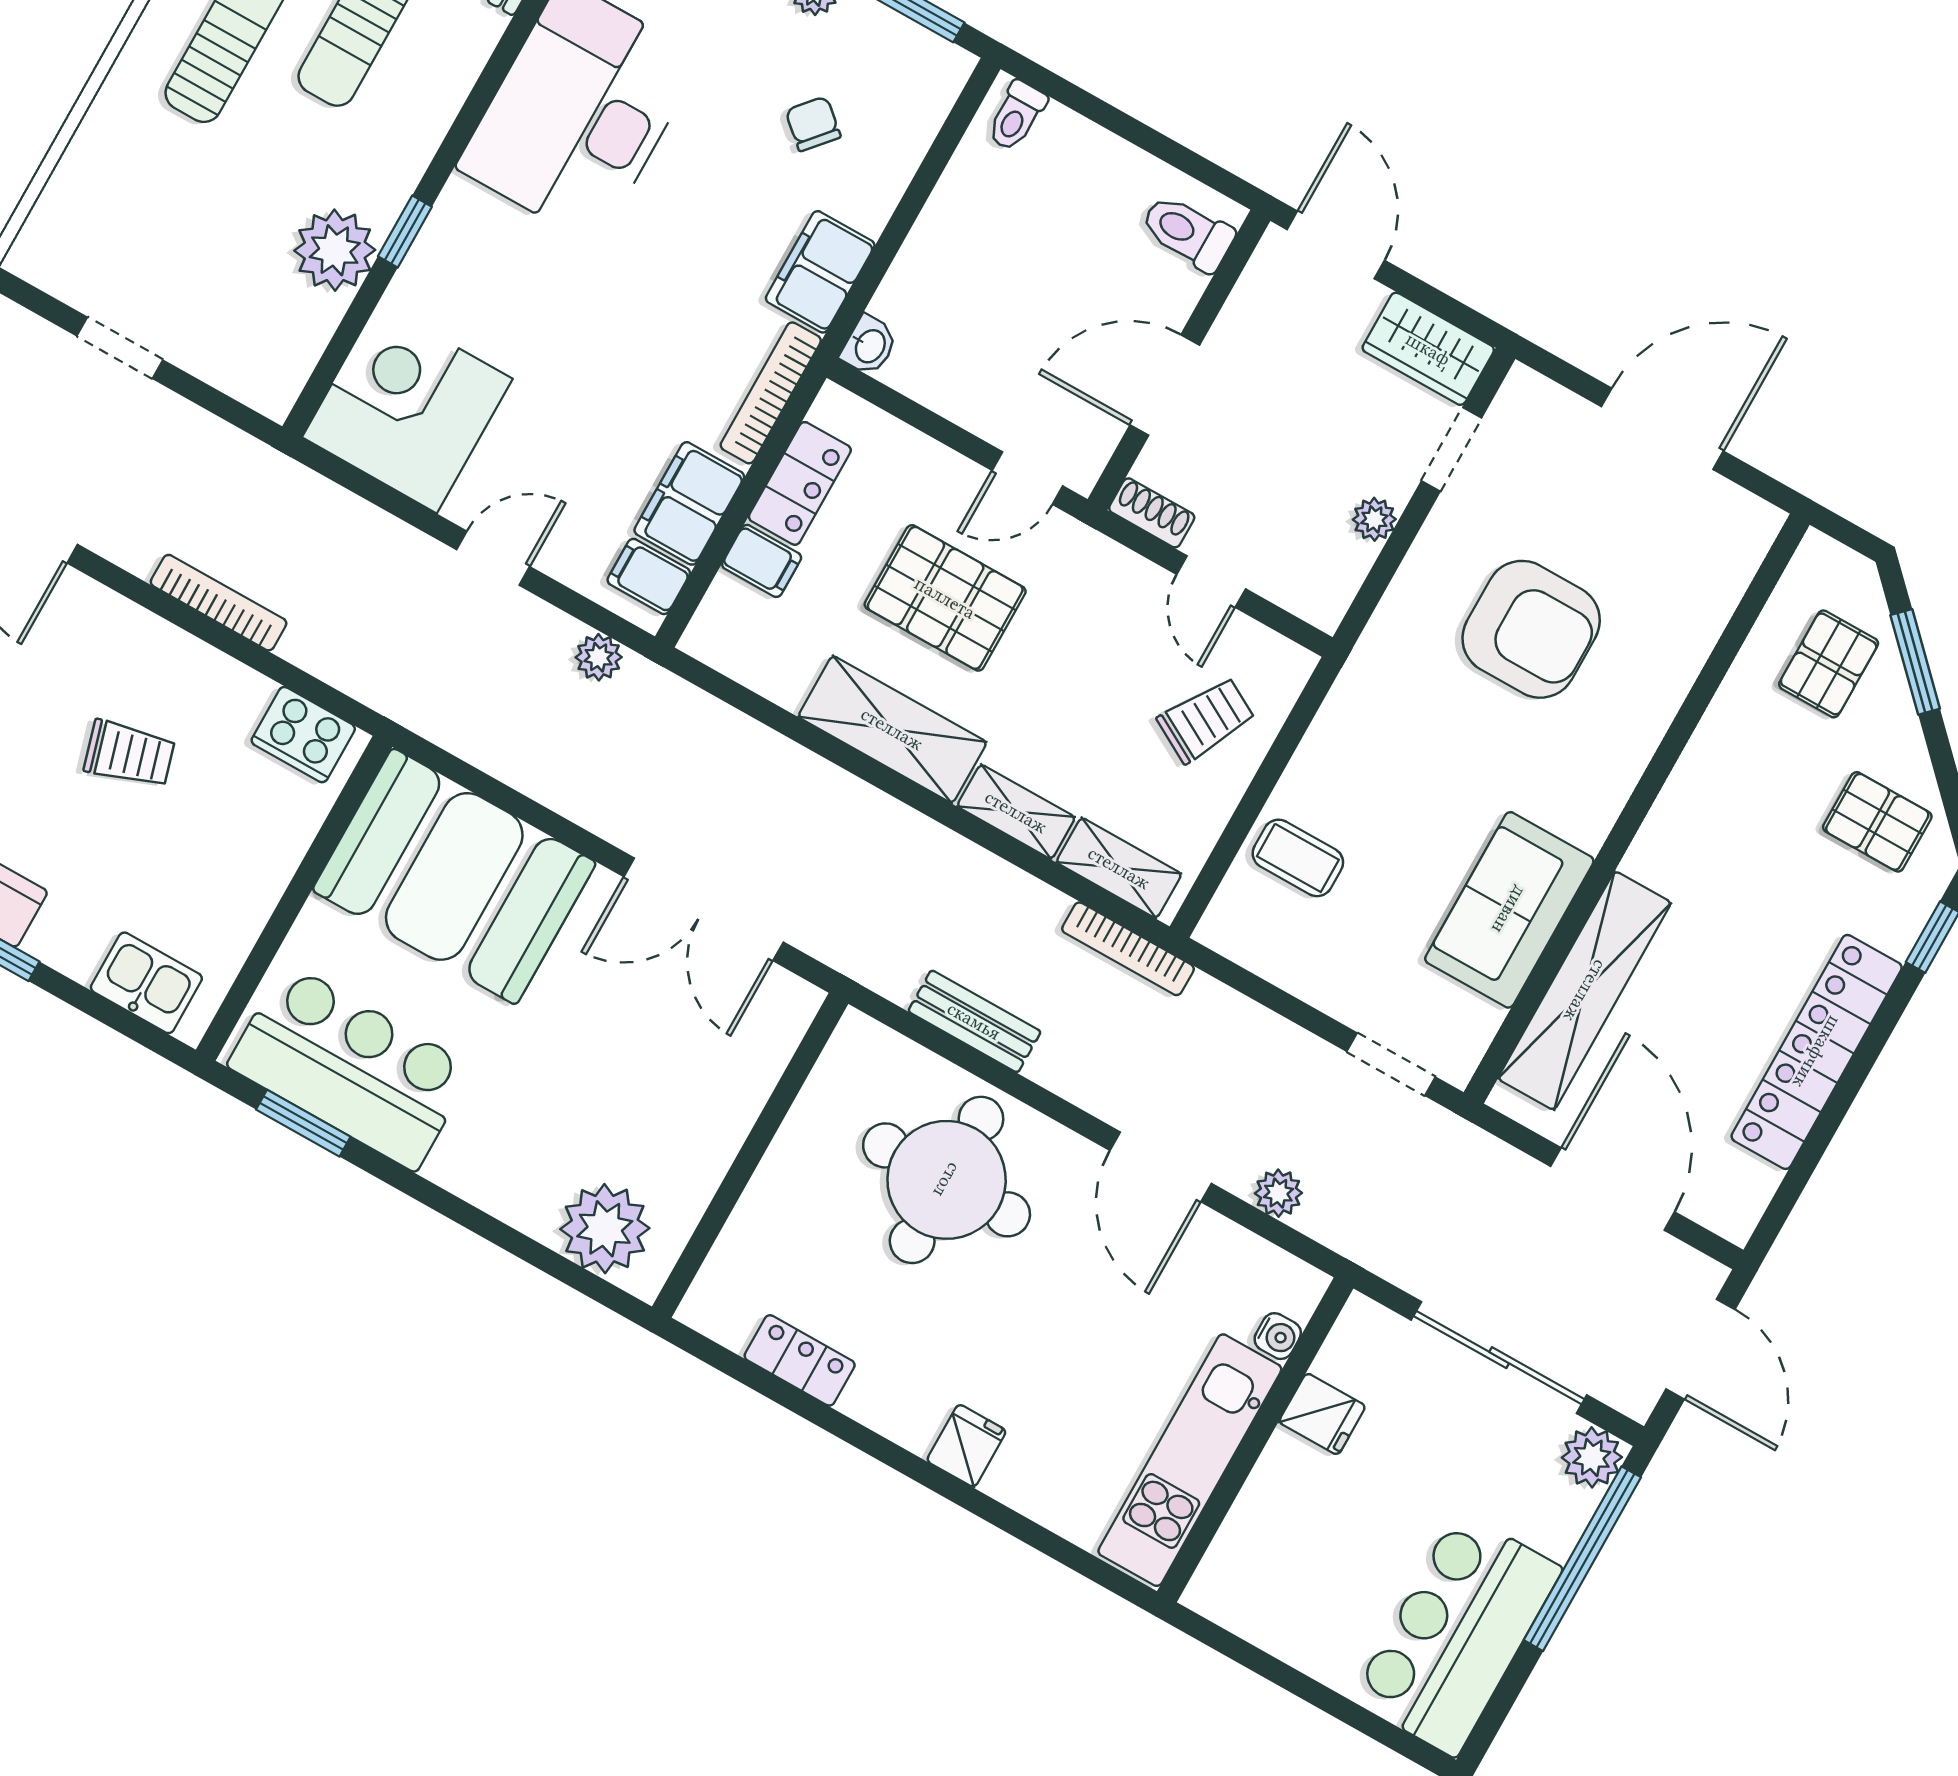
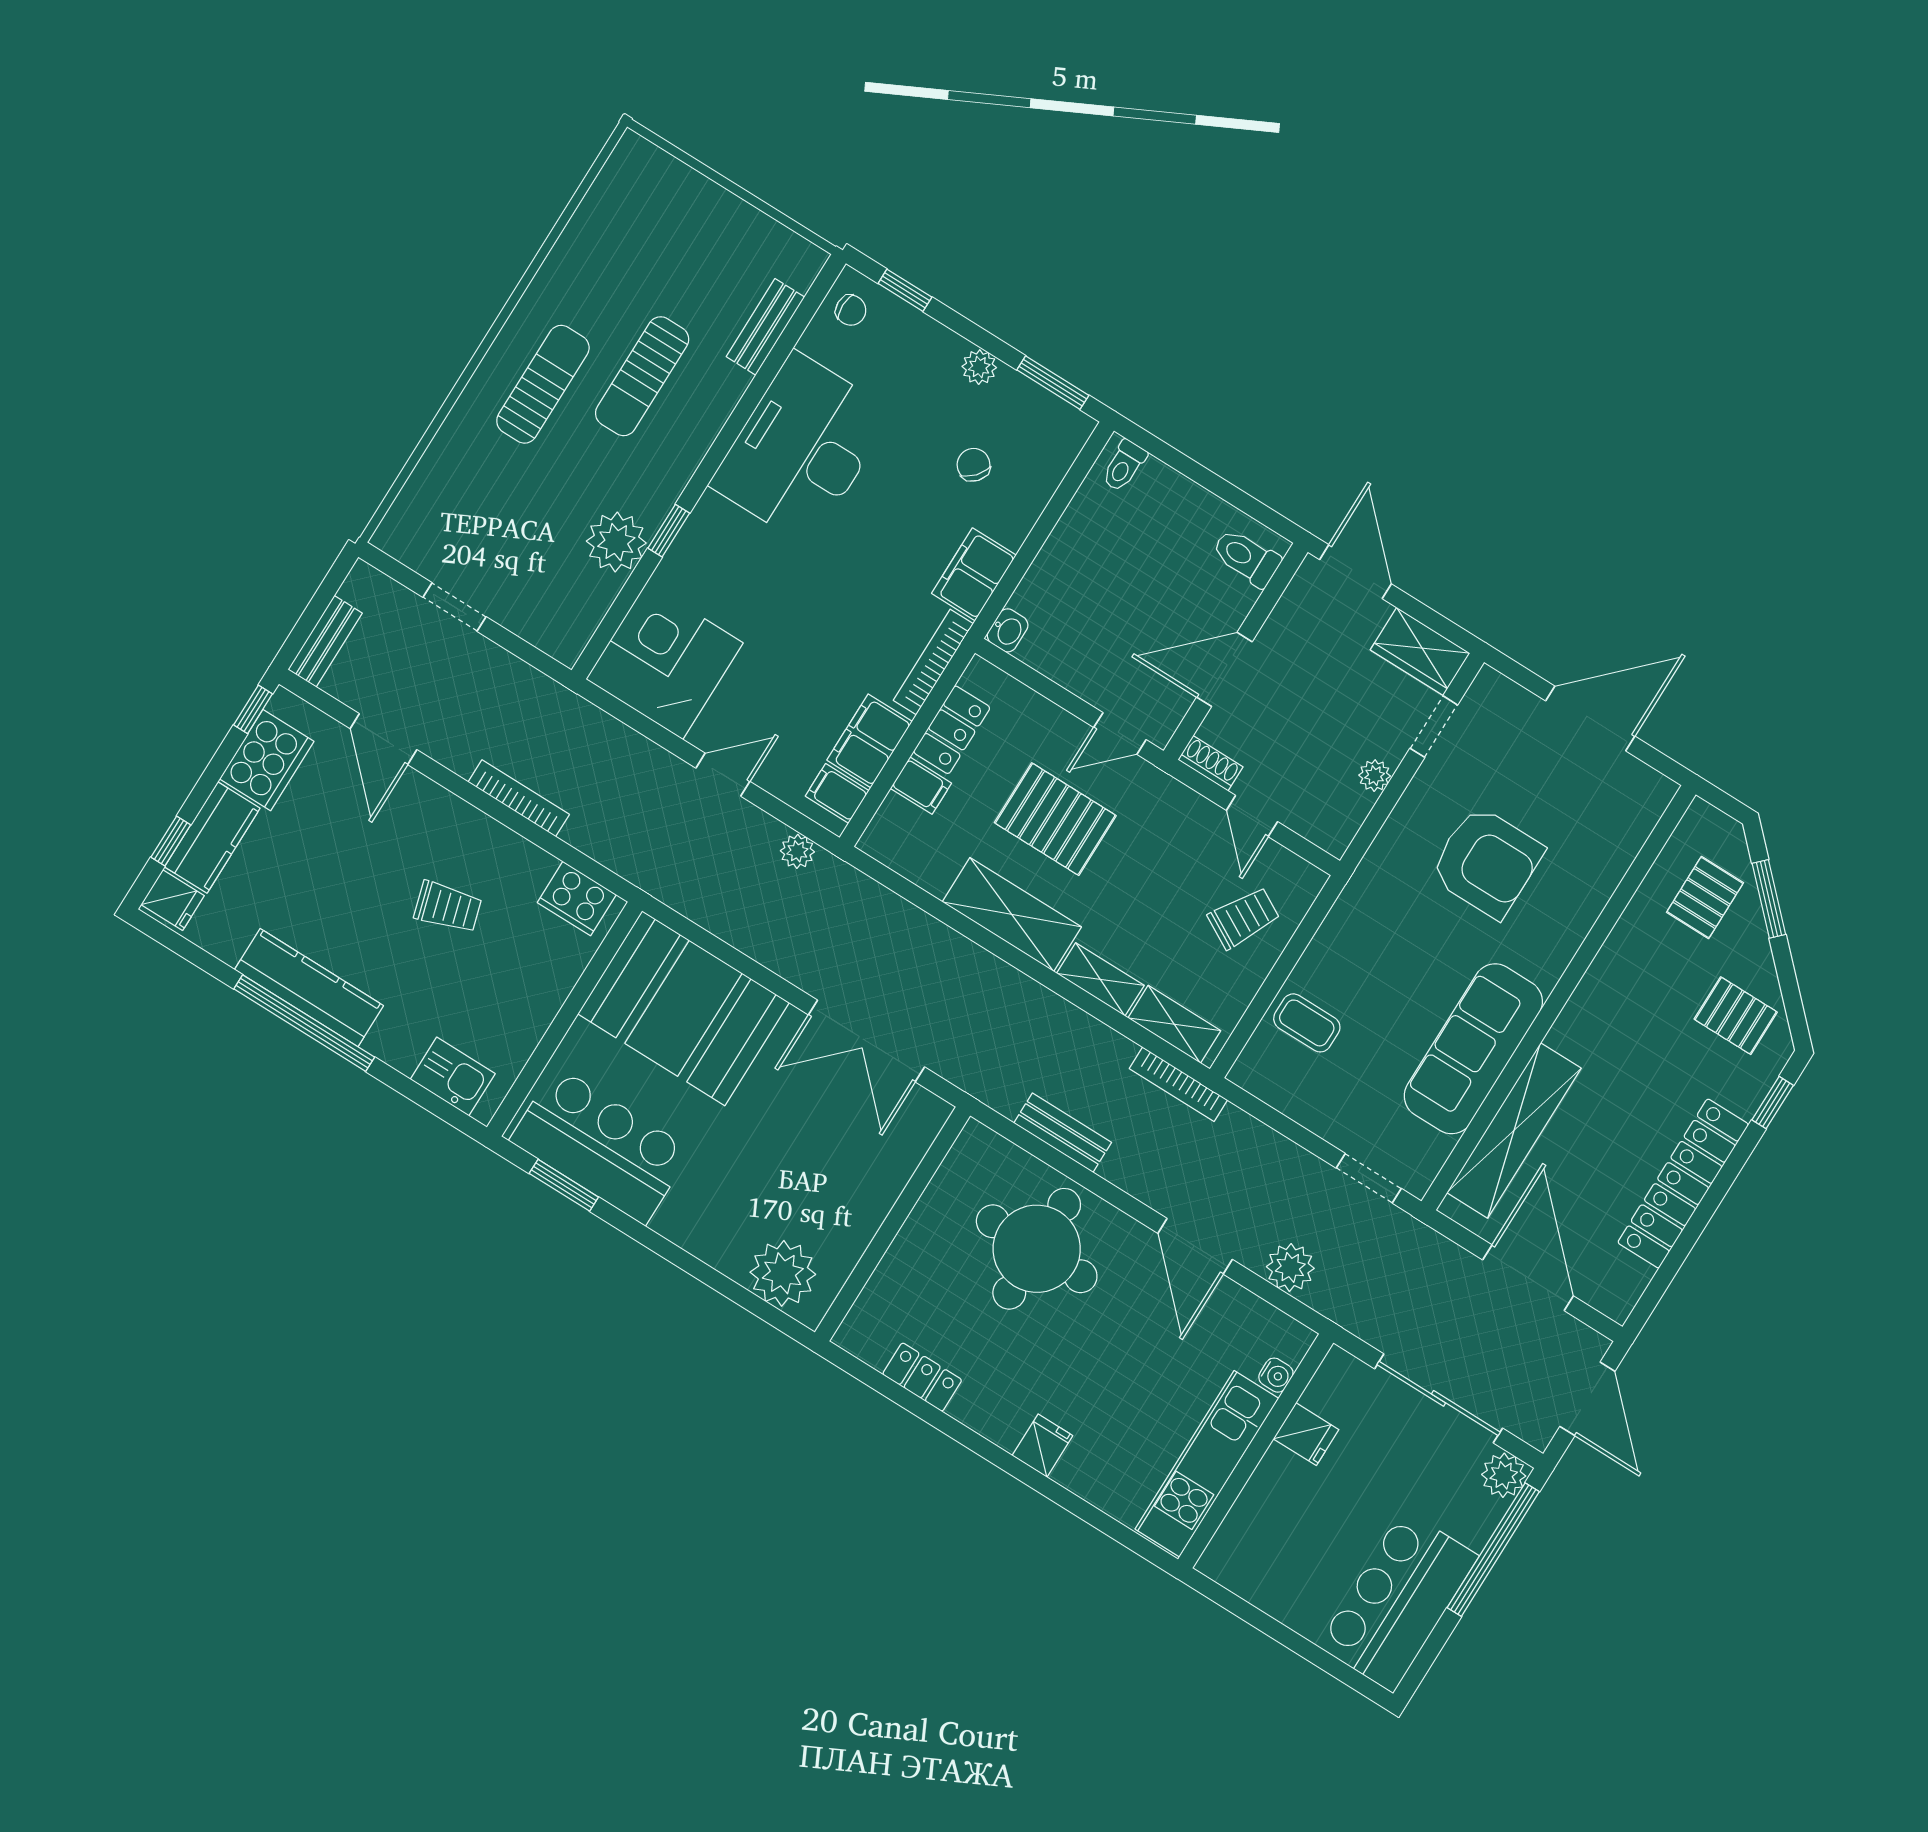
sofa: (1509, 910) -> (1473, 1049), width x1.36
plant: (1278, 1193) -> (1290, 1268), width x1.38, depth x1.38

